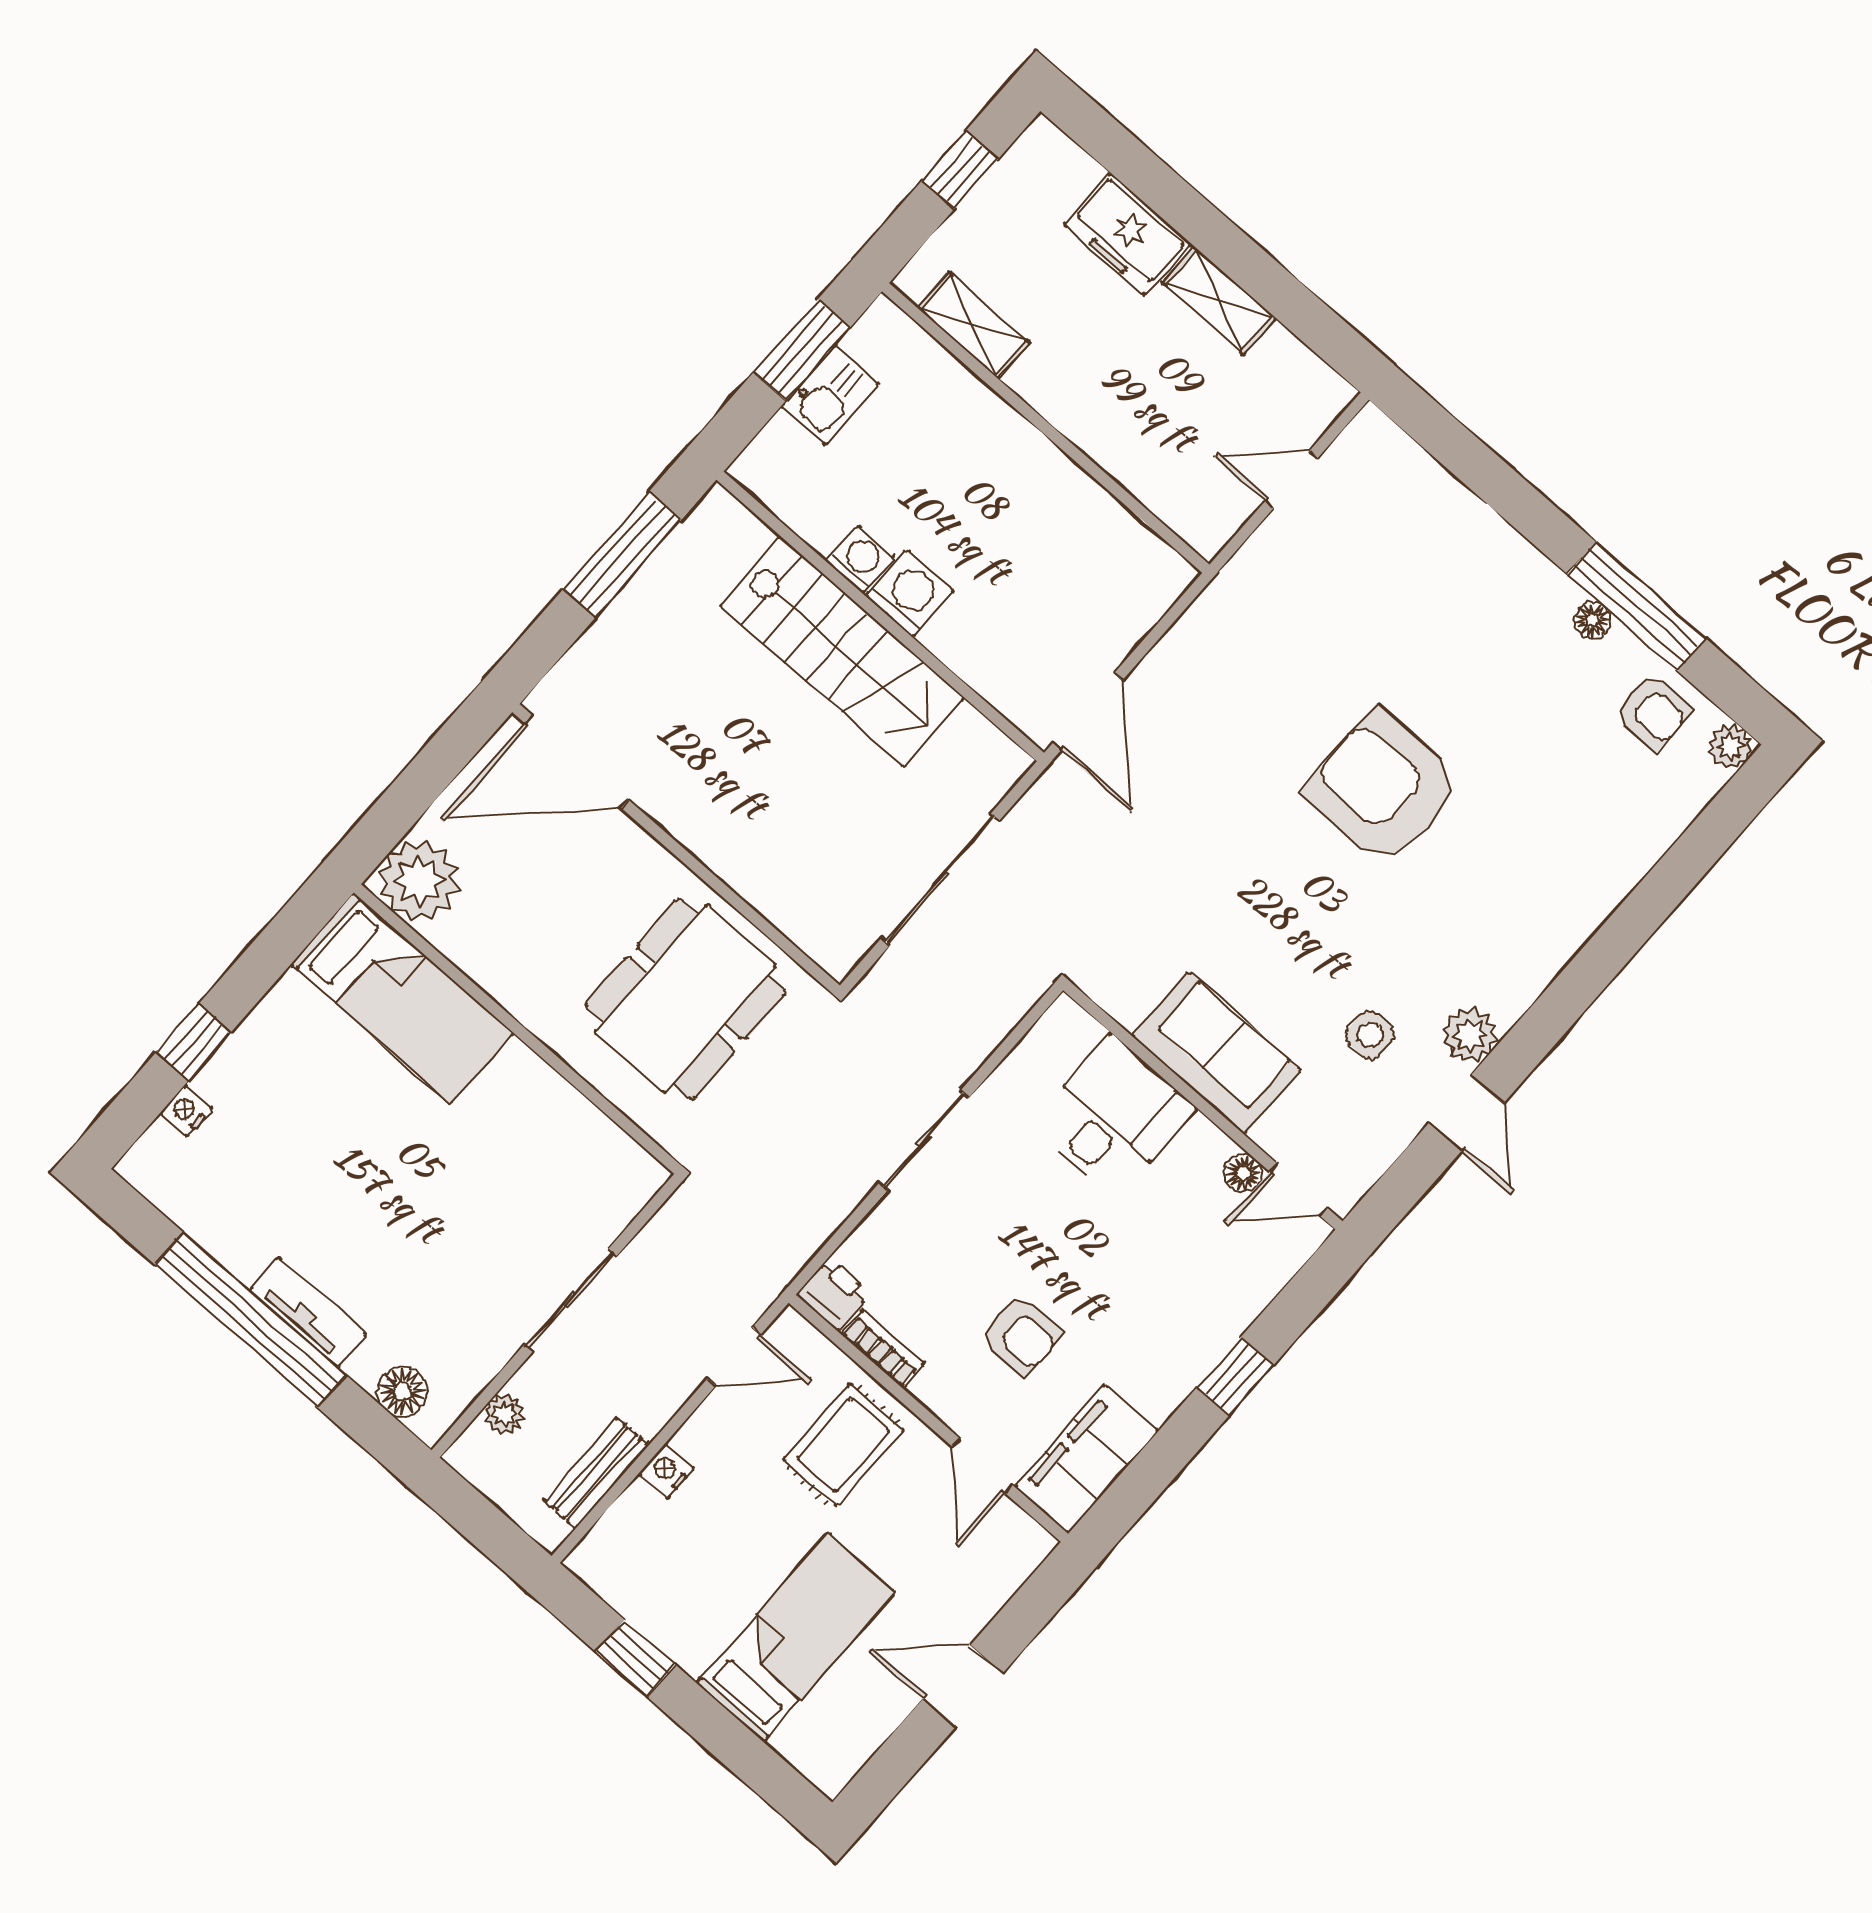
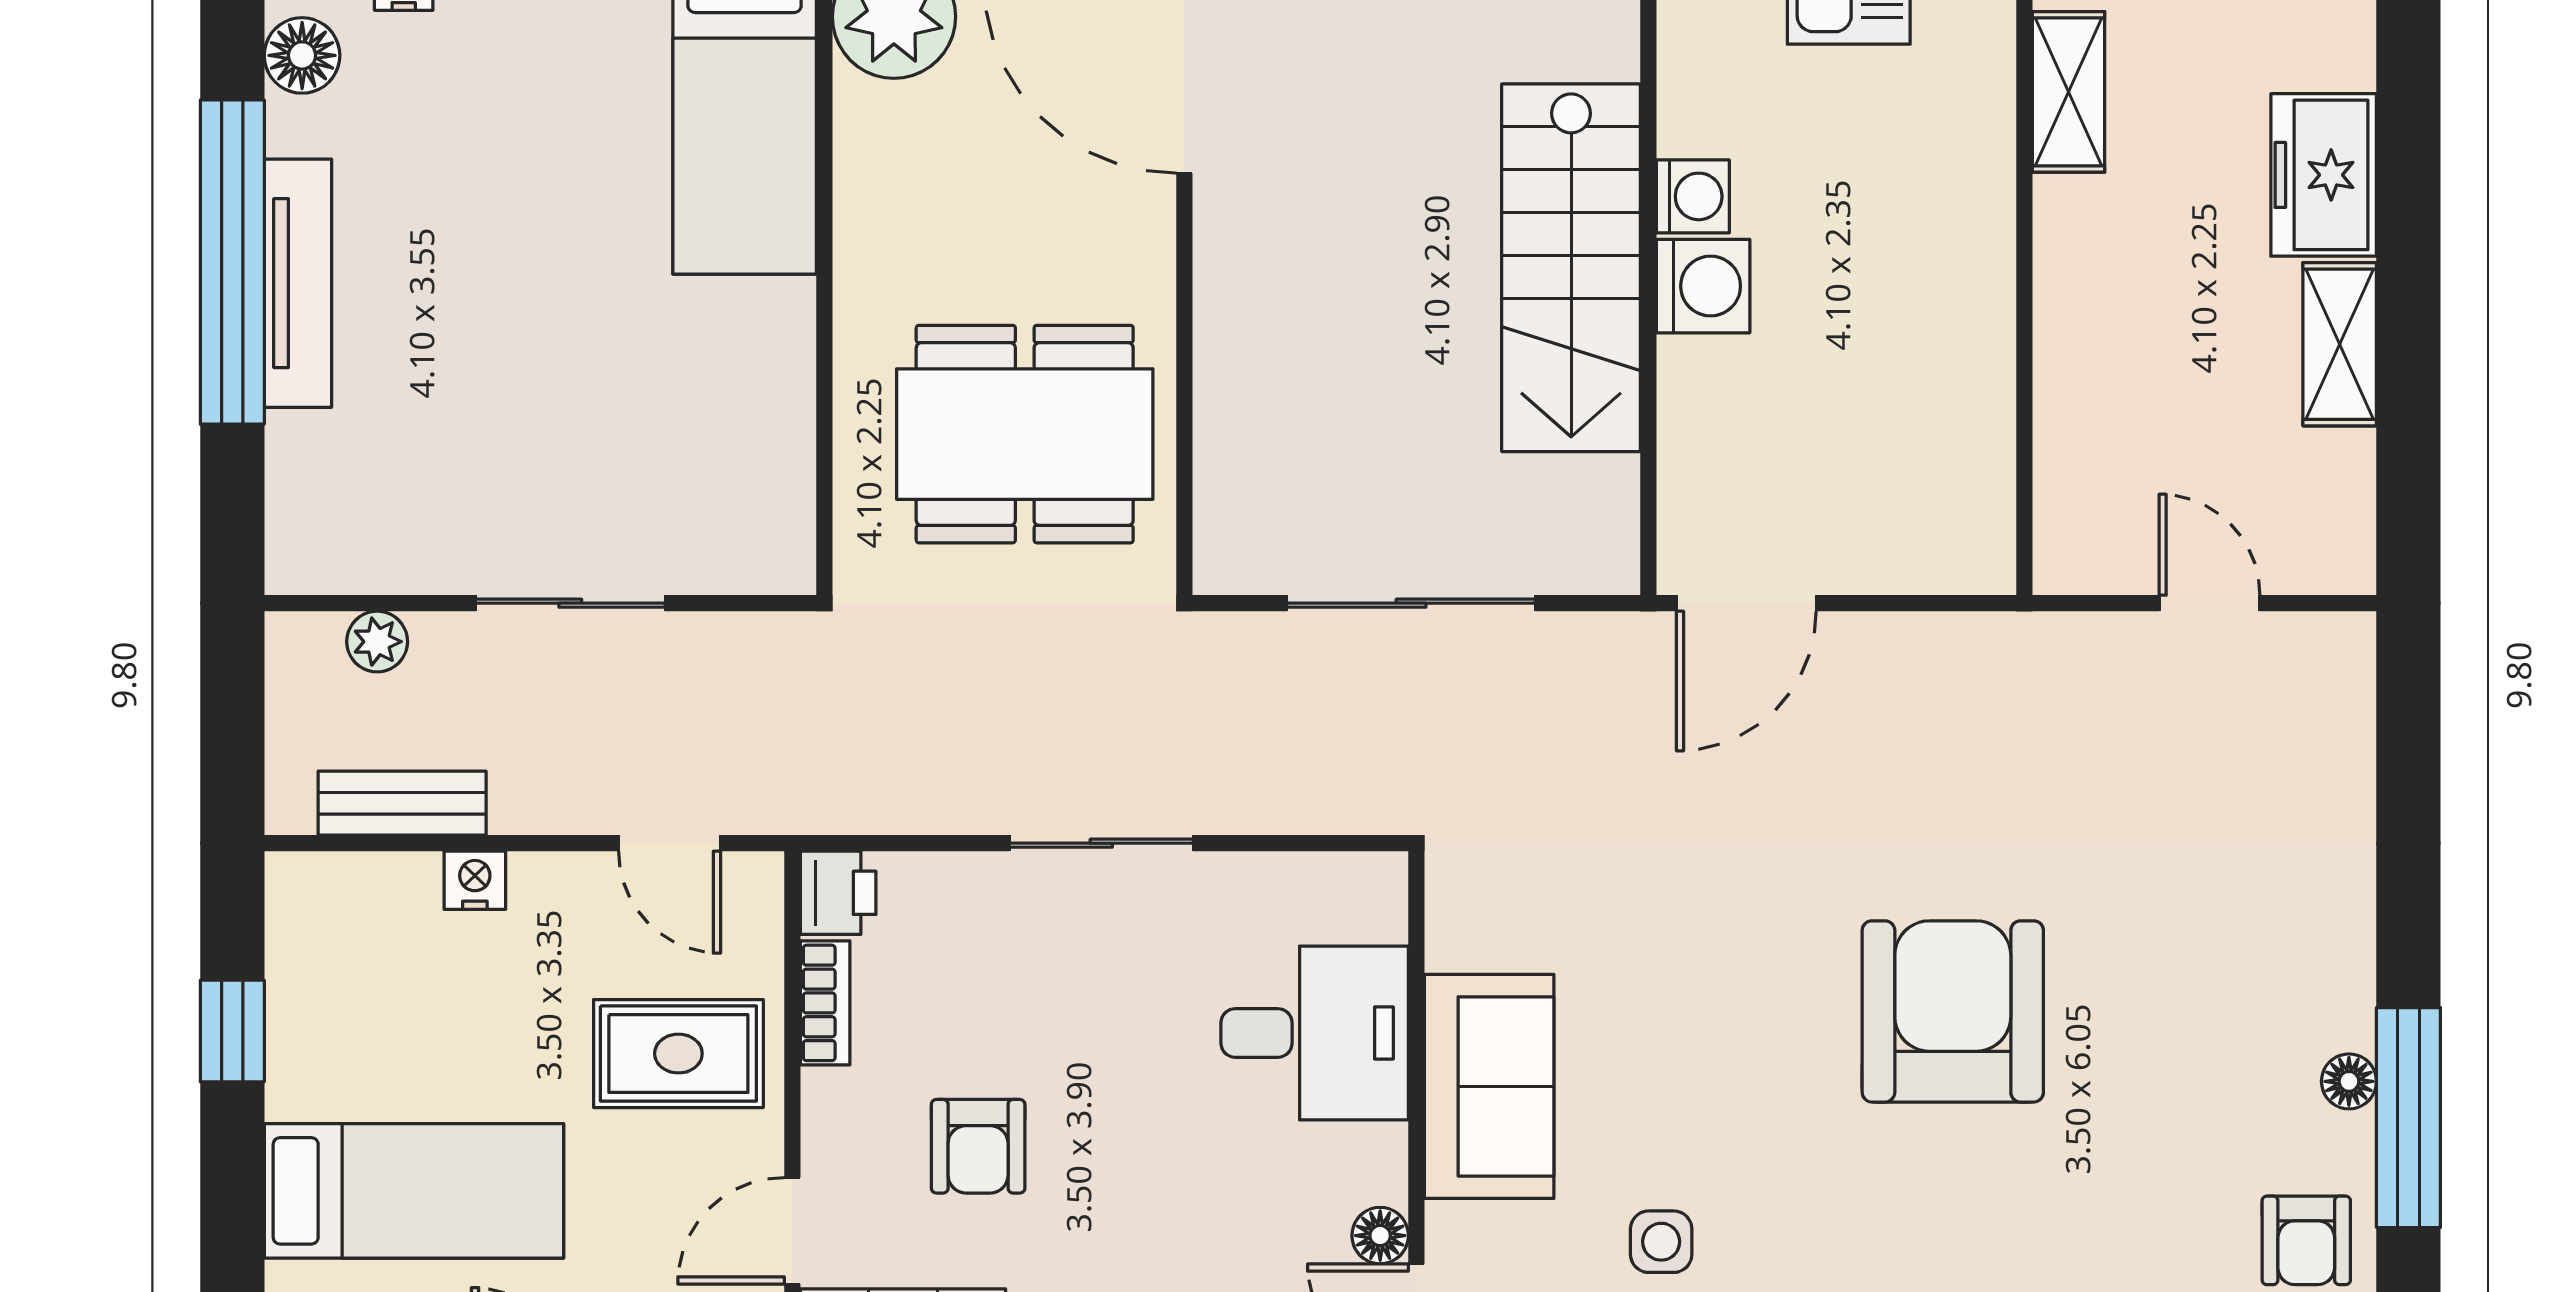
tv unit: (308, 1312) -> (298, 283), width x1.41
floor lamp: (402, 1391) -> (302, 55), moved

